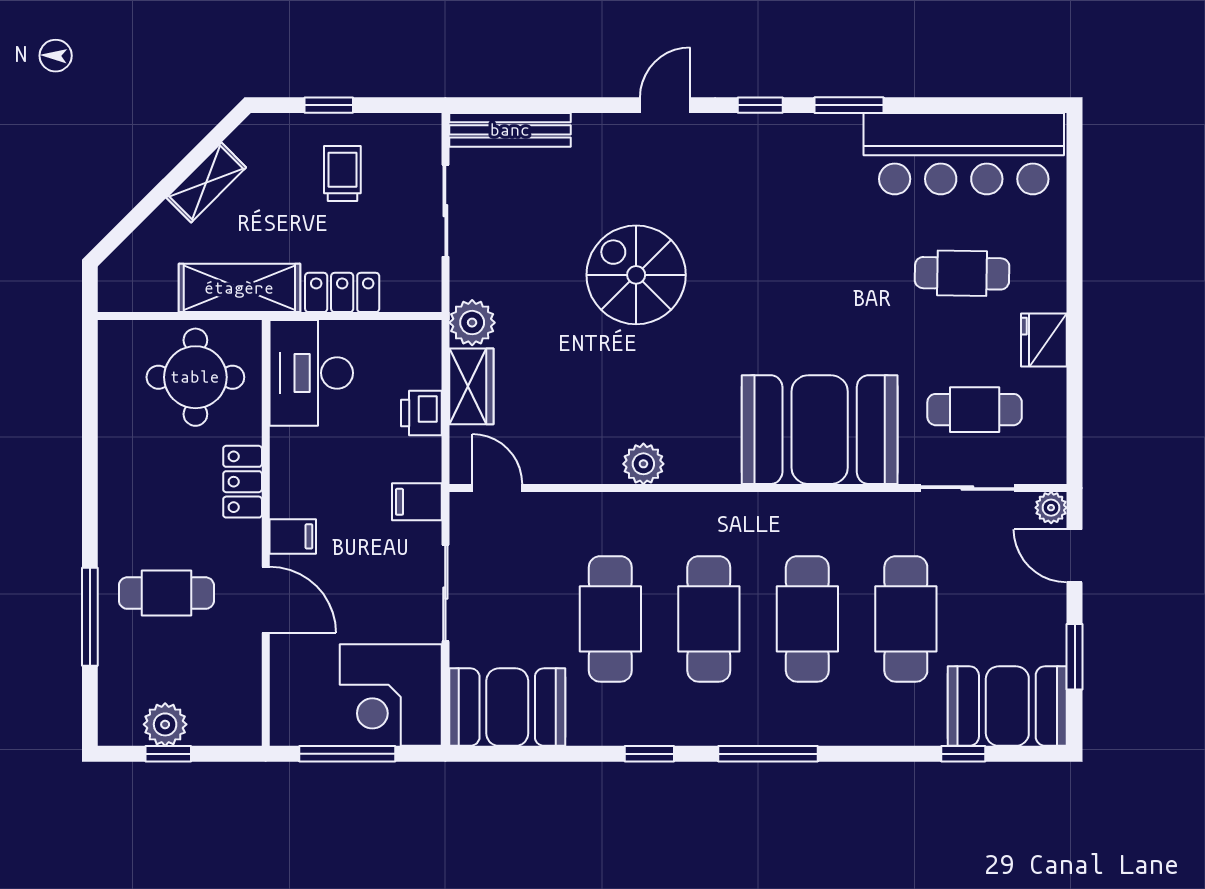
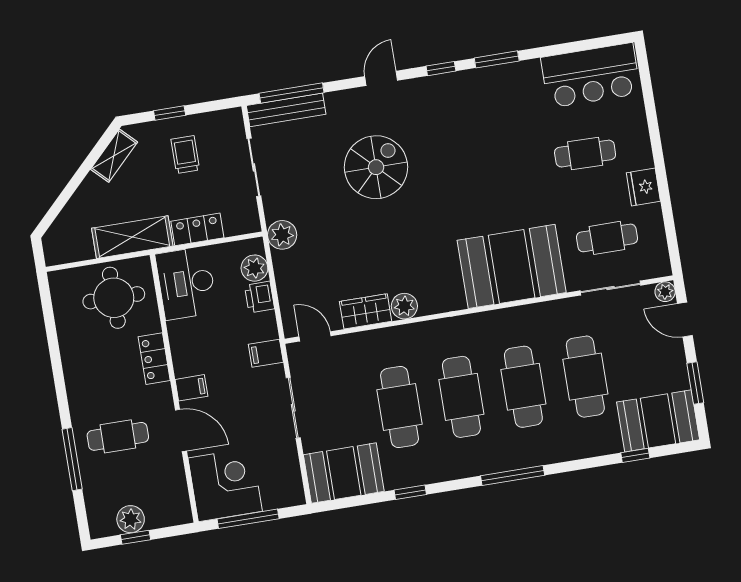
window: (523, 105) -> (292, 93), added
bar counter: (964, 154) -> (591, 75), width x0.73
shelving: (206, 183) -> (114, 156), moved
spiral stairs: (636, 275) -> (376, 167), moved, turned 90
plant: (421, 367) -> (254, 268), added
wardrobe: (471, 386) -> (366, 311), moved, turned -90
corner desk: (391, 695) -> (225, 485), moved, turned 180
window: (649, 754) -> (410, 492), moved

